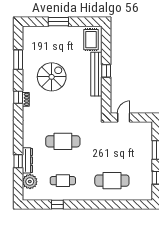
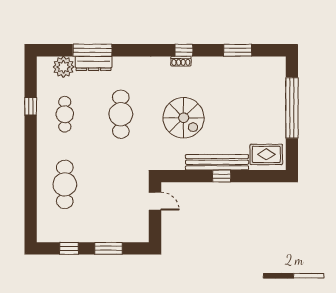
window: (58, 22) -> (292, 108), width x2.11
spiral stairs: (52, 77) -> (184, 118), moved
window: (18, 161) -> (92, 50), width x2.17

